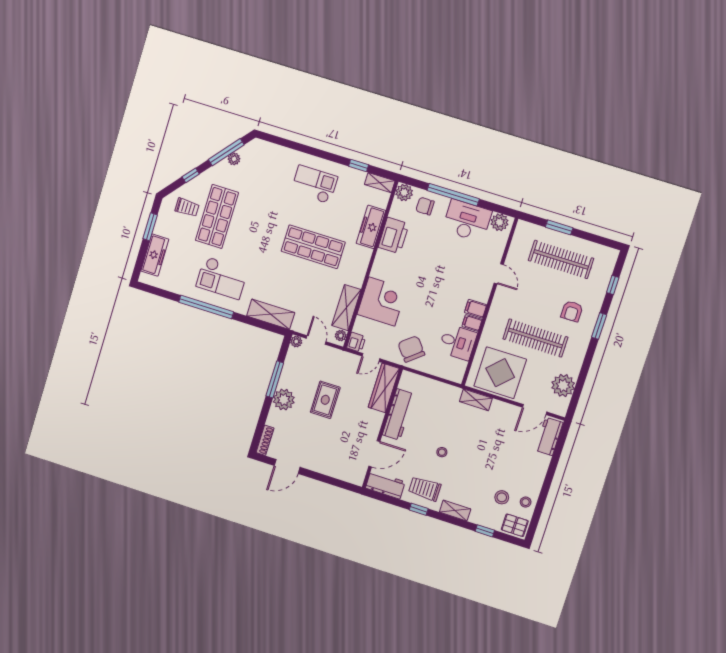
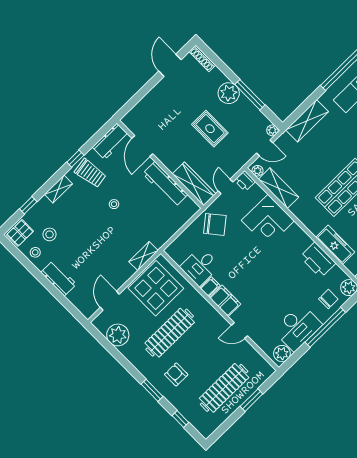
filing cabinet: (476, 309) -> (225, 301), width x2.00
workbench: (549, 436) -> (59, 278), moved
trolley: (425, 489) -> (90, 173), turned 81

